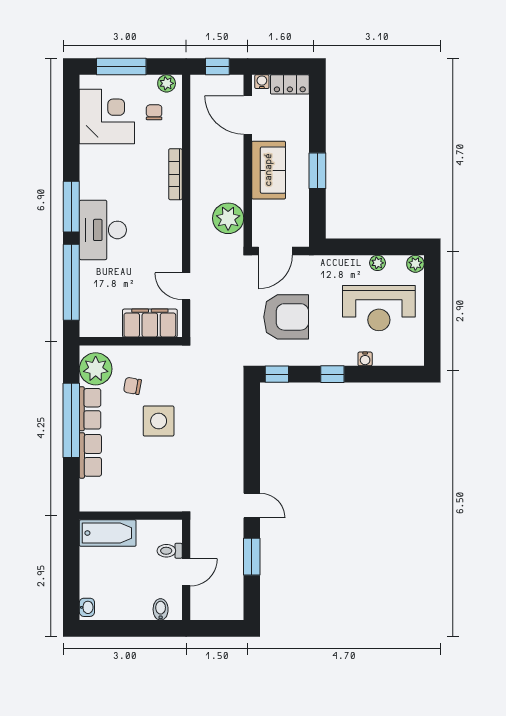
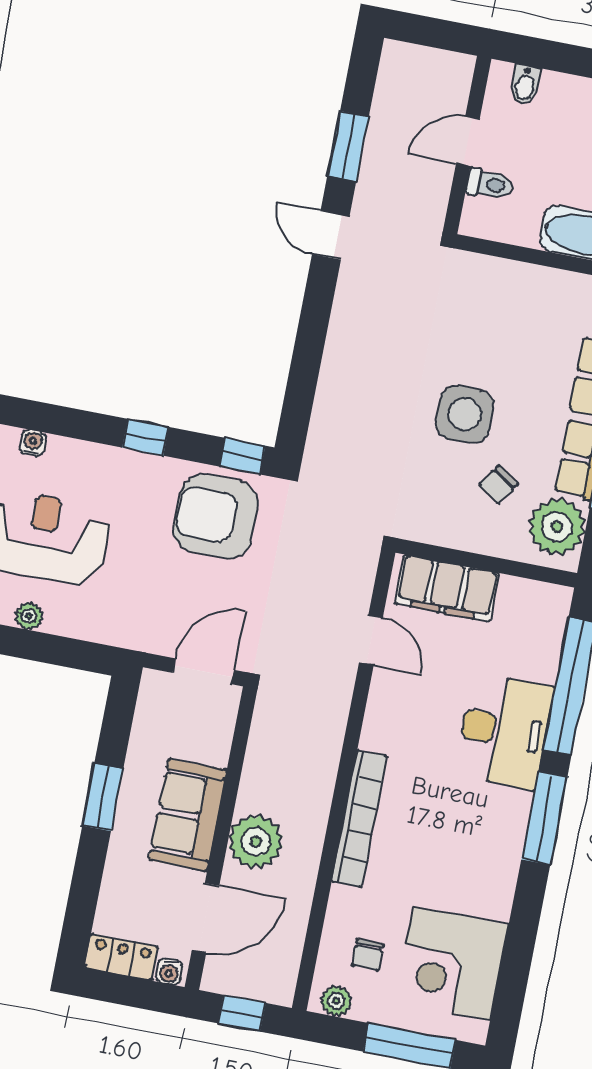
door: (248, 115) -> (205, 918), hinge flipped
bookcase: (175, 174) -> (359, 819), width x1.48, depth x1.31
plant: (228, 218) -> (256, 842), moved
desk: (103, 230) -> (504, 731), moved
armchair: (286, 317) -> (216, 516), moved
water cooler: (365, 359) -> (33, 443), moved
chair: (132, 386) -> (498, 485), turned 114

